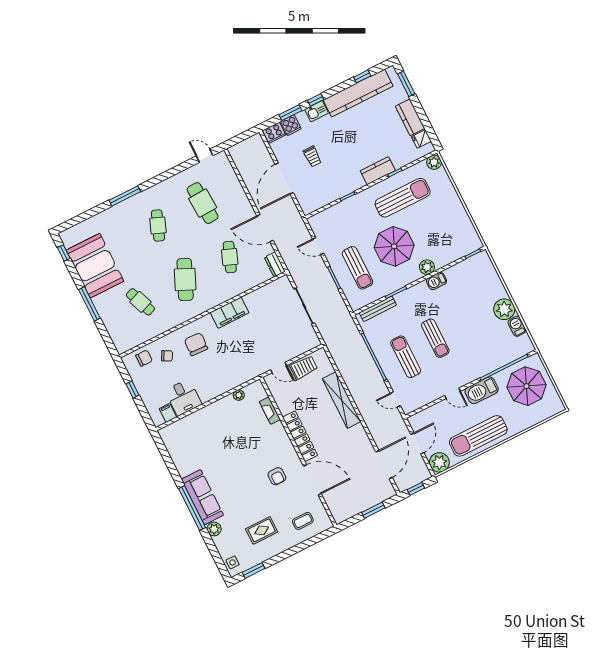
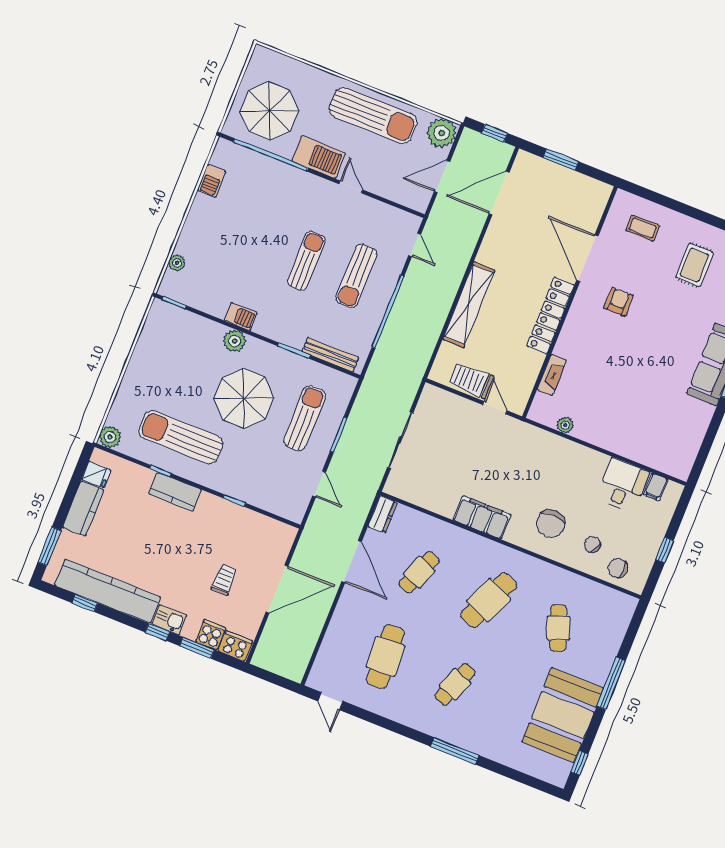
plant: (504, 309) -> (177, 263), moved, width x0.53, depth x0.53
rug: (262, 530) -> (694, 265), turned 90

